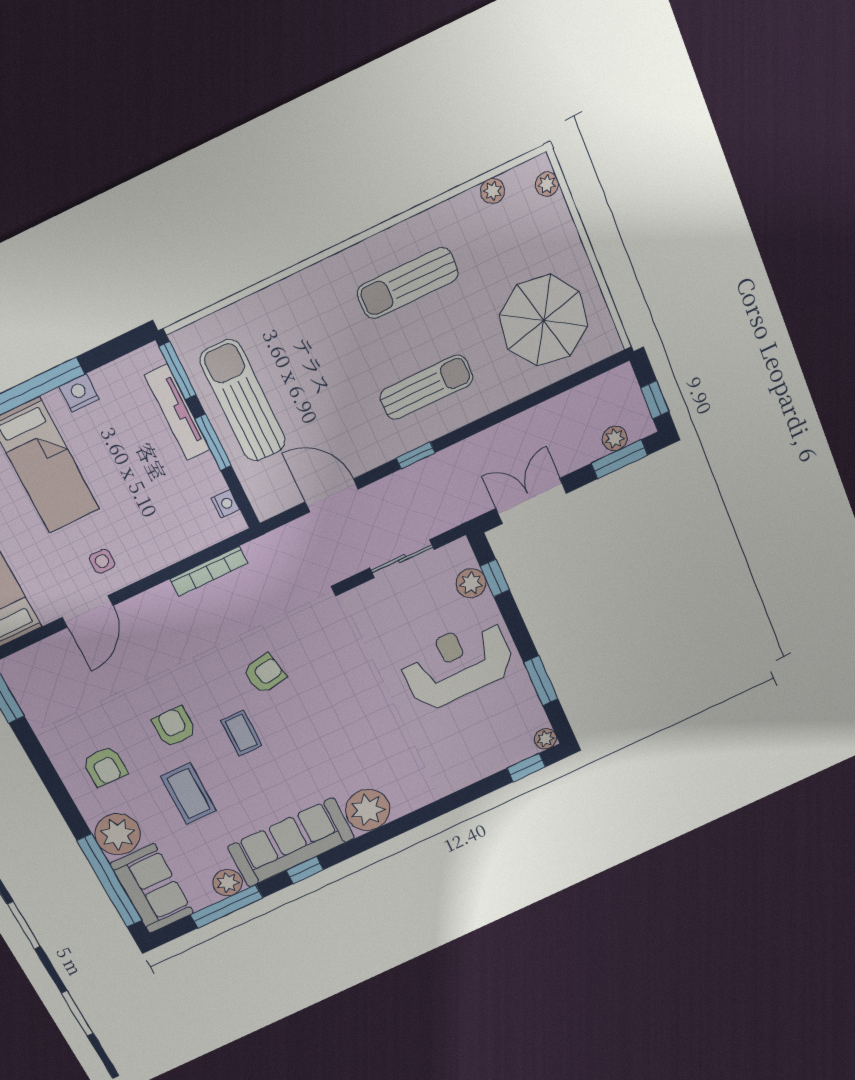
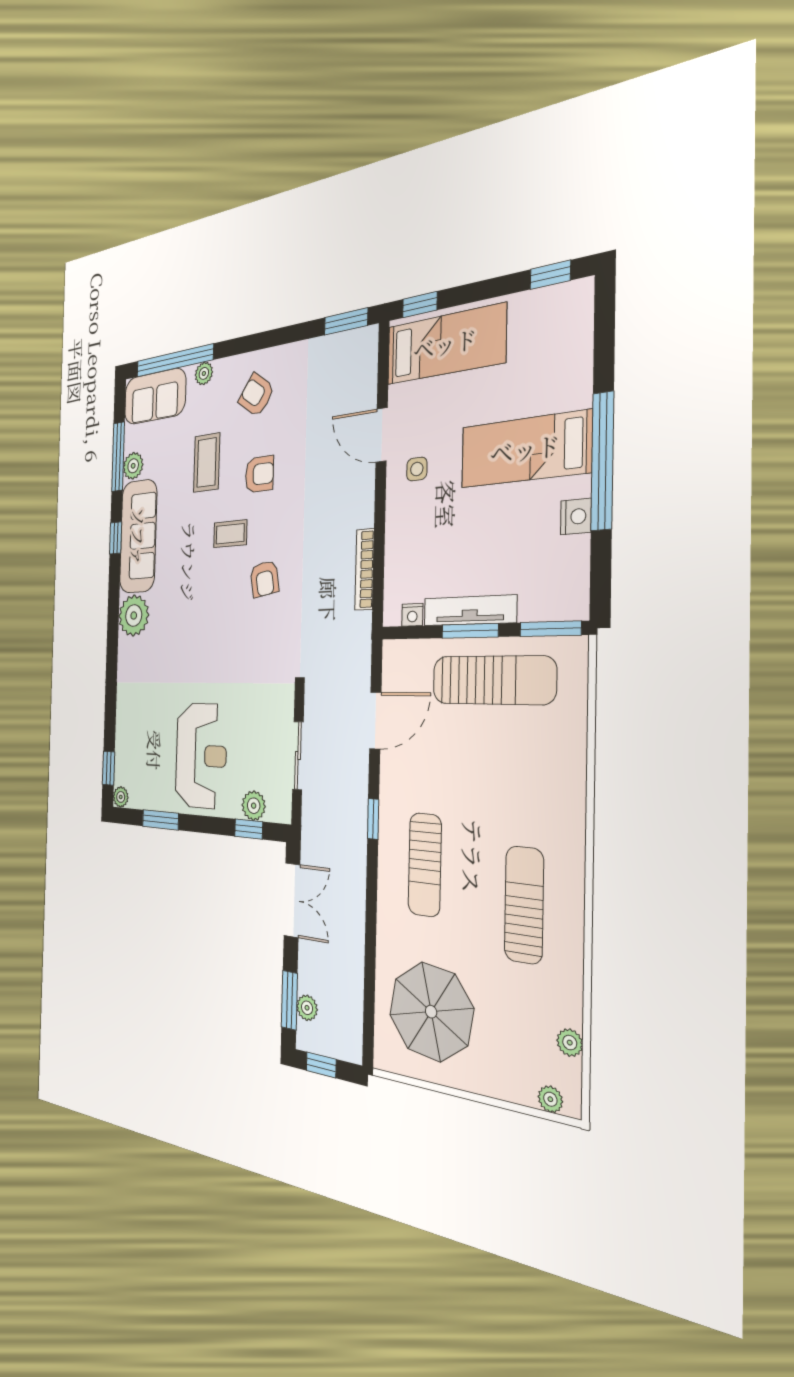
tv unit: (177, 412) -> (470, 610), moved
armchair: (105, 766) -> (256, 395), turned 36
coffee table: (188, 794) -> (207, 463), turned 90
plant: (118, 834) -> (204, 373), width x0.53, depth x0.53

